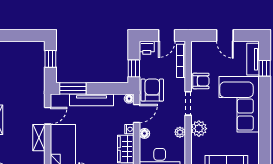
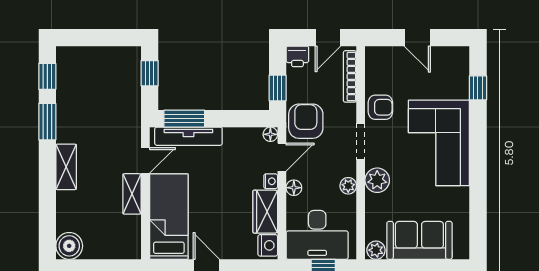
tv unit: (253, 59) -> (460, 74), removed
tv unit: (91, 100) -> (188, 136), moved

